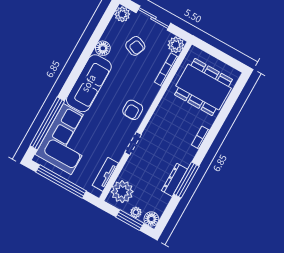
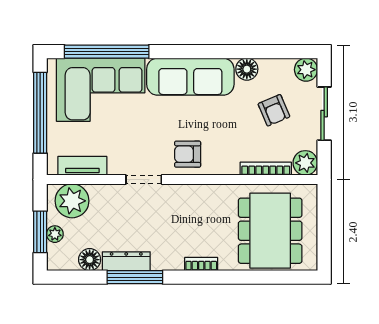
armchair: (135, 46) -> (274, 110), turned -46
floor lamp: (151, 219) -> (90, 260), moved

